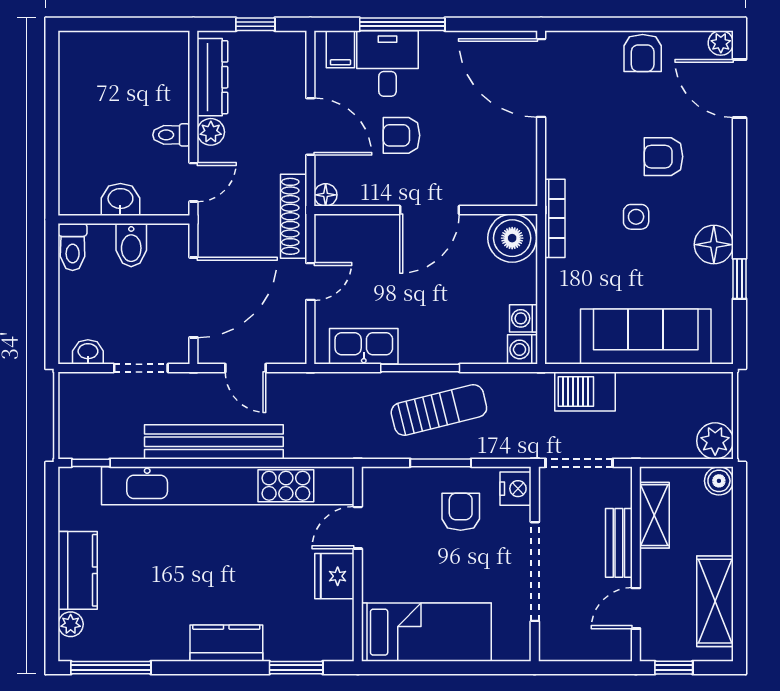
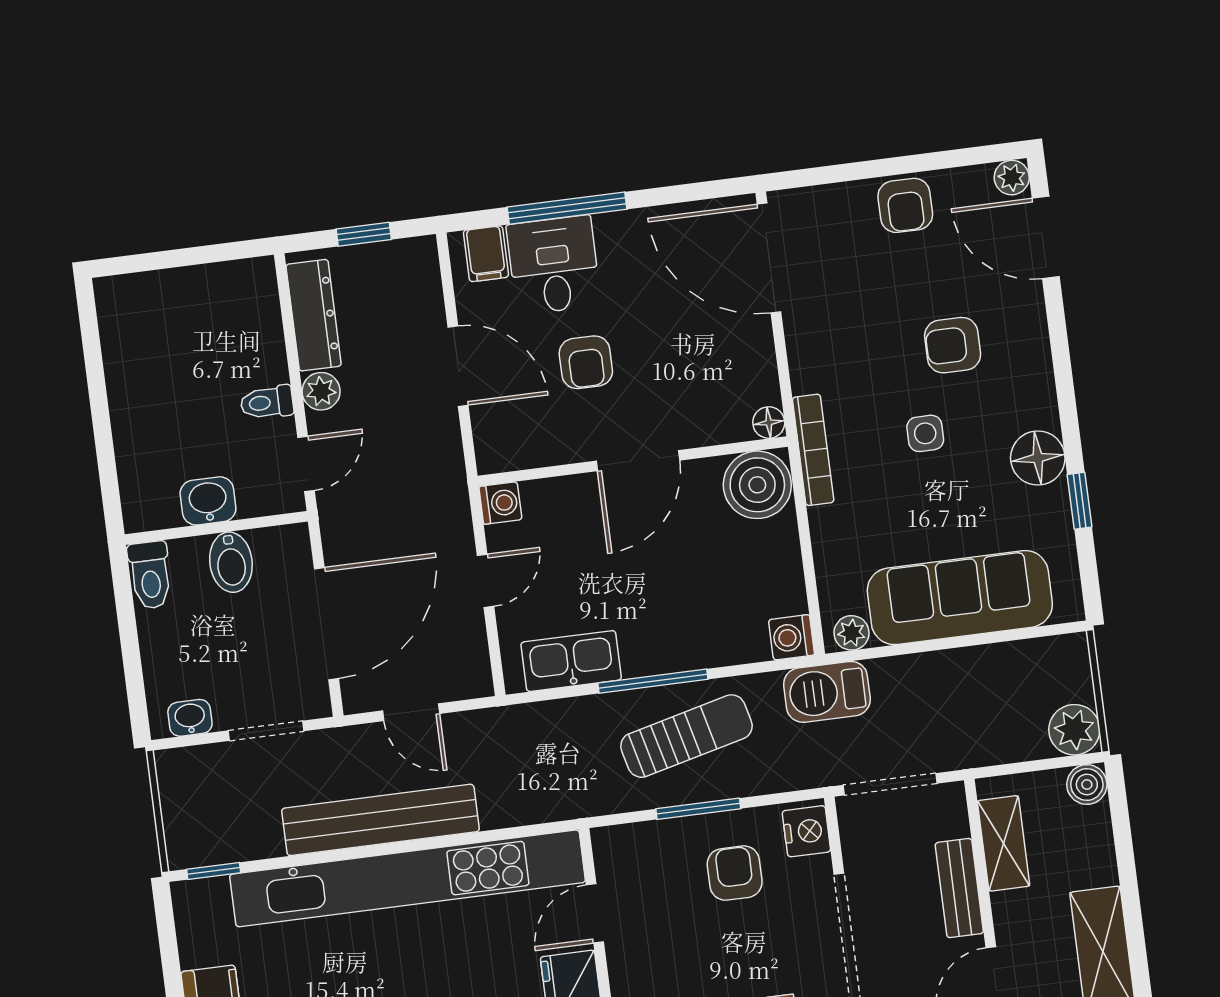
armchair: (401, 135) -> (586, 362), turned -90
floor lamp: (326, 195) -> (769, 423), moved
shoe rack: (294, 216) -> (451, 493), removed
washing machine: (523, 318) -> (500, 503), moved, turned 180
plant: (566, 352) -> (852, 633), added
barbecue: (585, 391) -> (827, 692), moved

